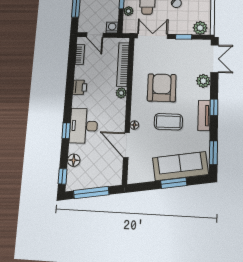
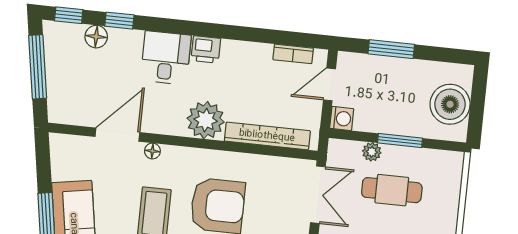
printer: (80, 87) -> (206, 49), moved
plant: (121, 93) -> (206, 120), width x1.87, depth x1.87
desk: (84, 126) -> (166, 58), width x0.73
window: (66, 131) -> (119, 21), moved

